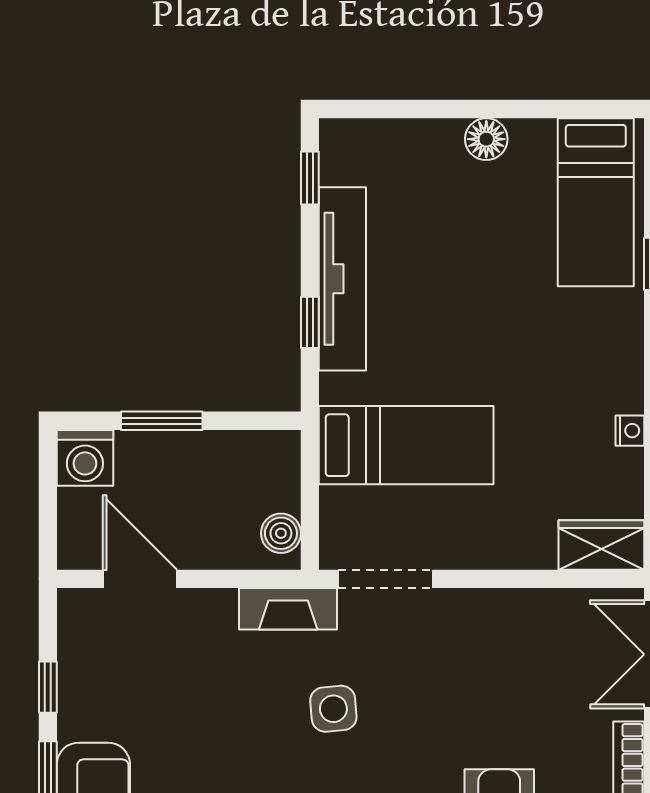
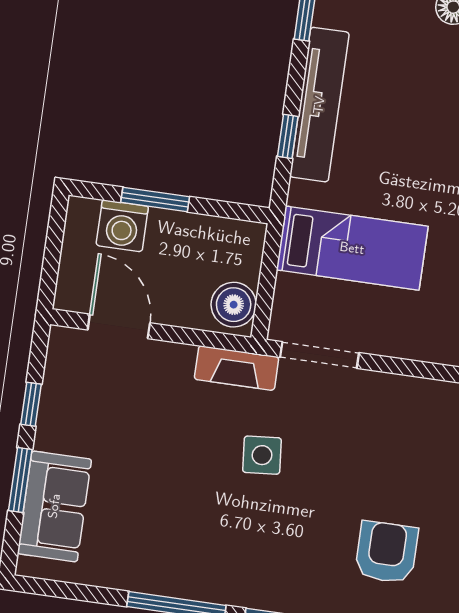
washing machine: (85, 458) -> (122, 226), moved
boiler: (281, 533) -> (234, 305), width x1.36, depth x1.36

